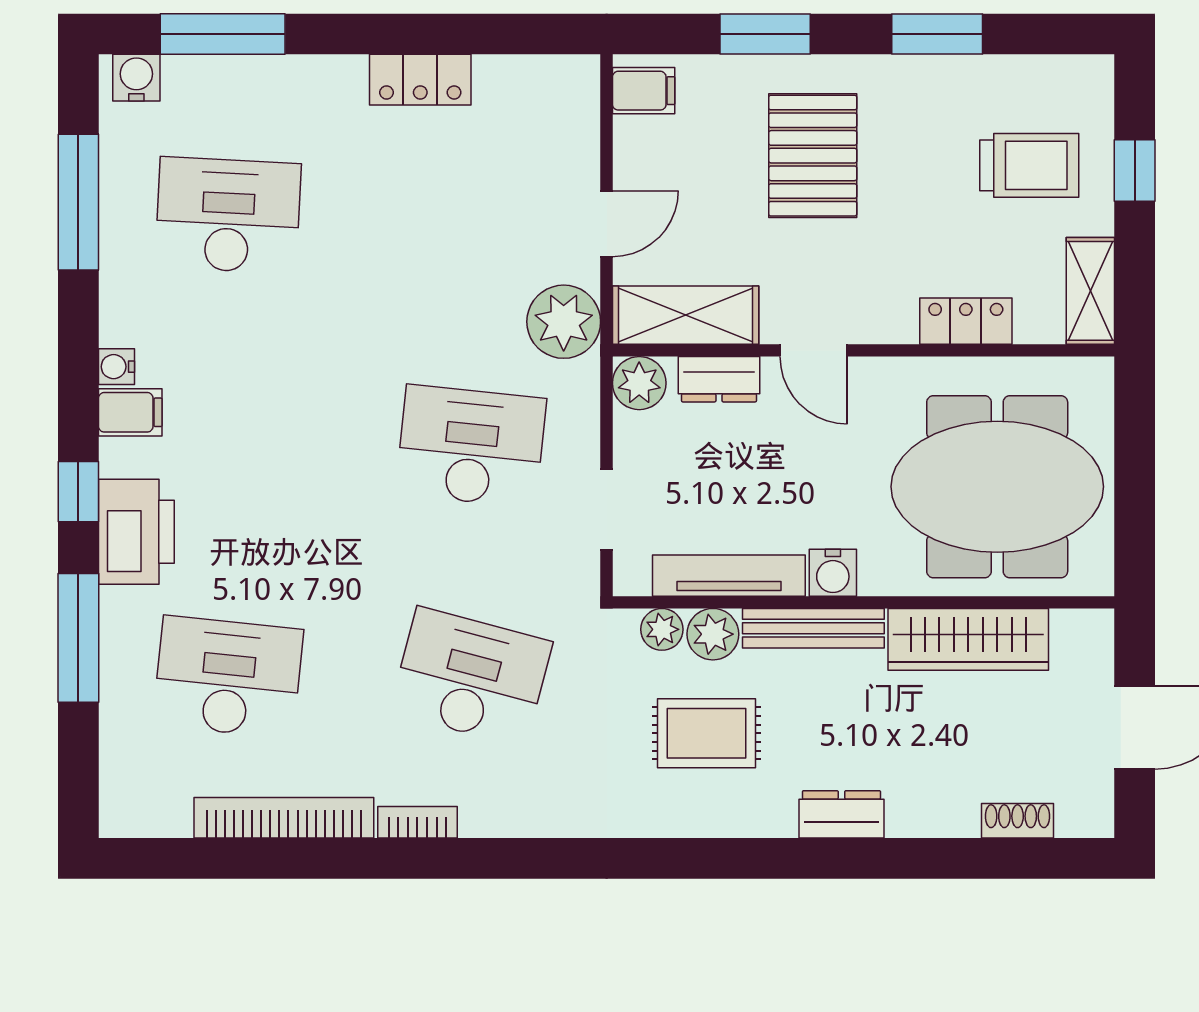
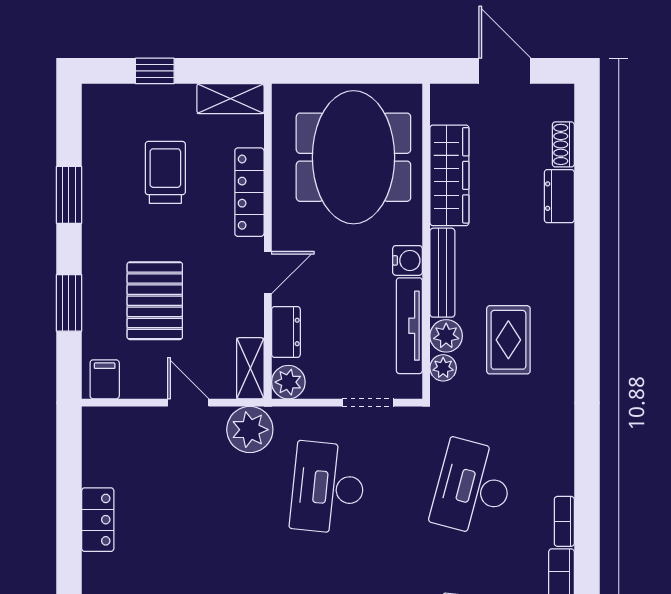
pallet: (813, 156) -> (155, 301), moved, turned 90
trolley: (1029, 165) -> (165, 172), moved
shelving: (686, 315) -> (250, 368), width x0.67, depth x0.75
locker: (966, 321) -> (249, 192), width x1.53
dresser: (841, 814) -> (559, 196), moved

